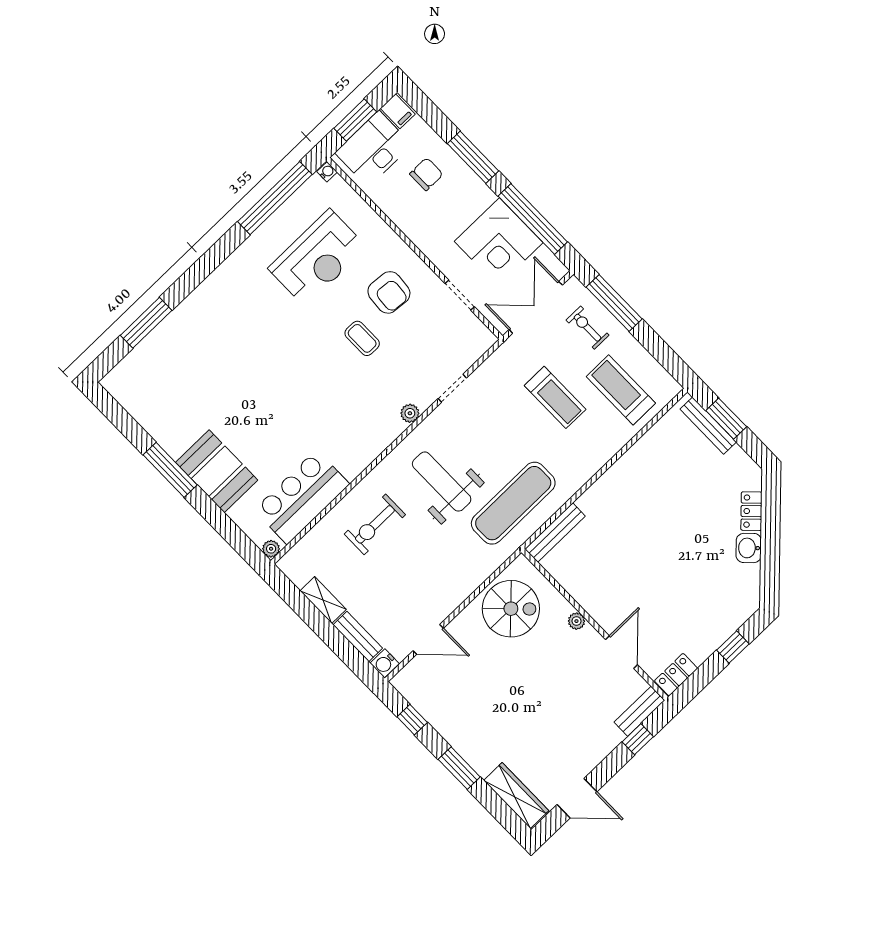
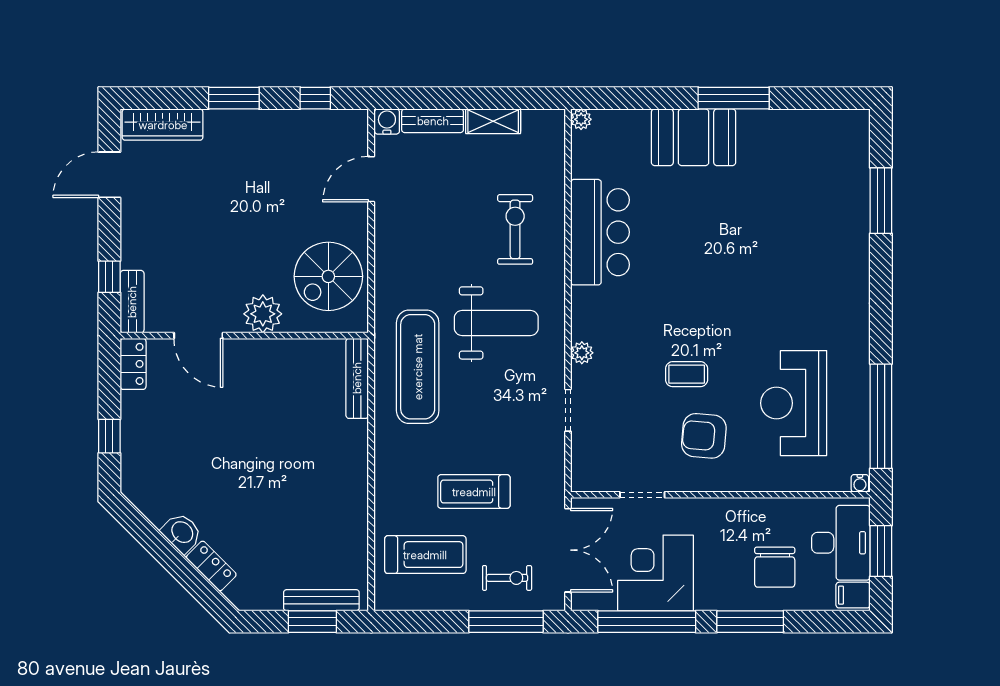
chair: (426, 174) -> (775, 567), width x1.37, depth x1.37
bar counter: (302, 497) -> (600, 232), moved
plant: (576, 621) -> (263, 314), width x1.87, depth x1.87

